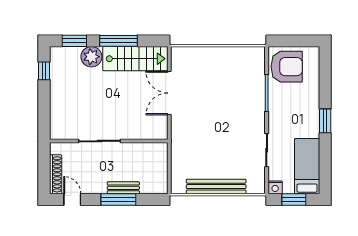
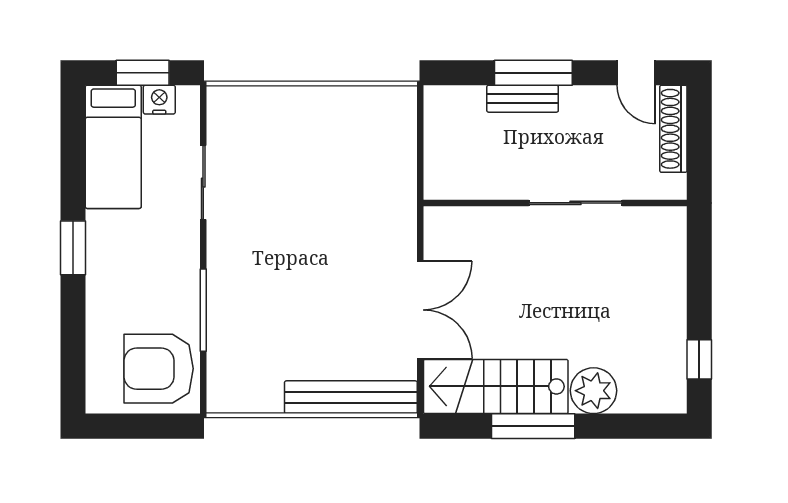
window: (74, 41) -> (632, 426), removed
bench: (216, 187) -> (351, 397), moved
nightstand: (275, 187) -> (159, 100), moved

